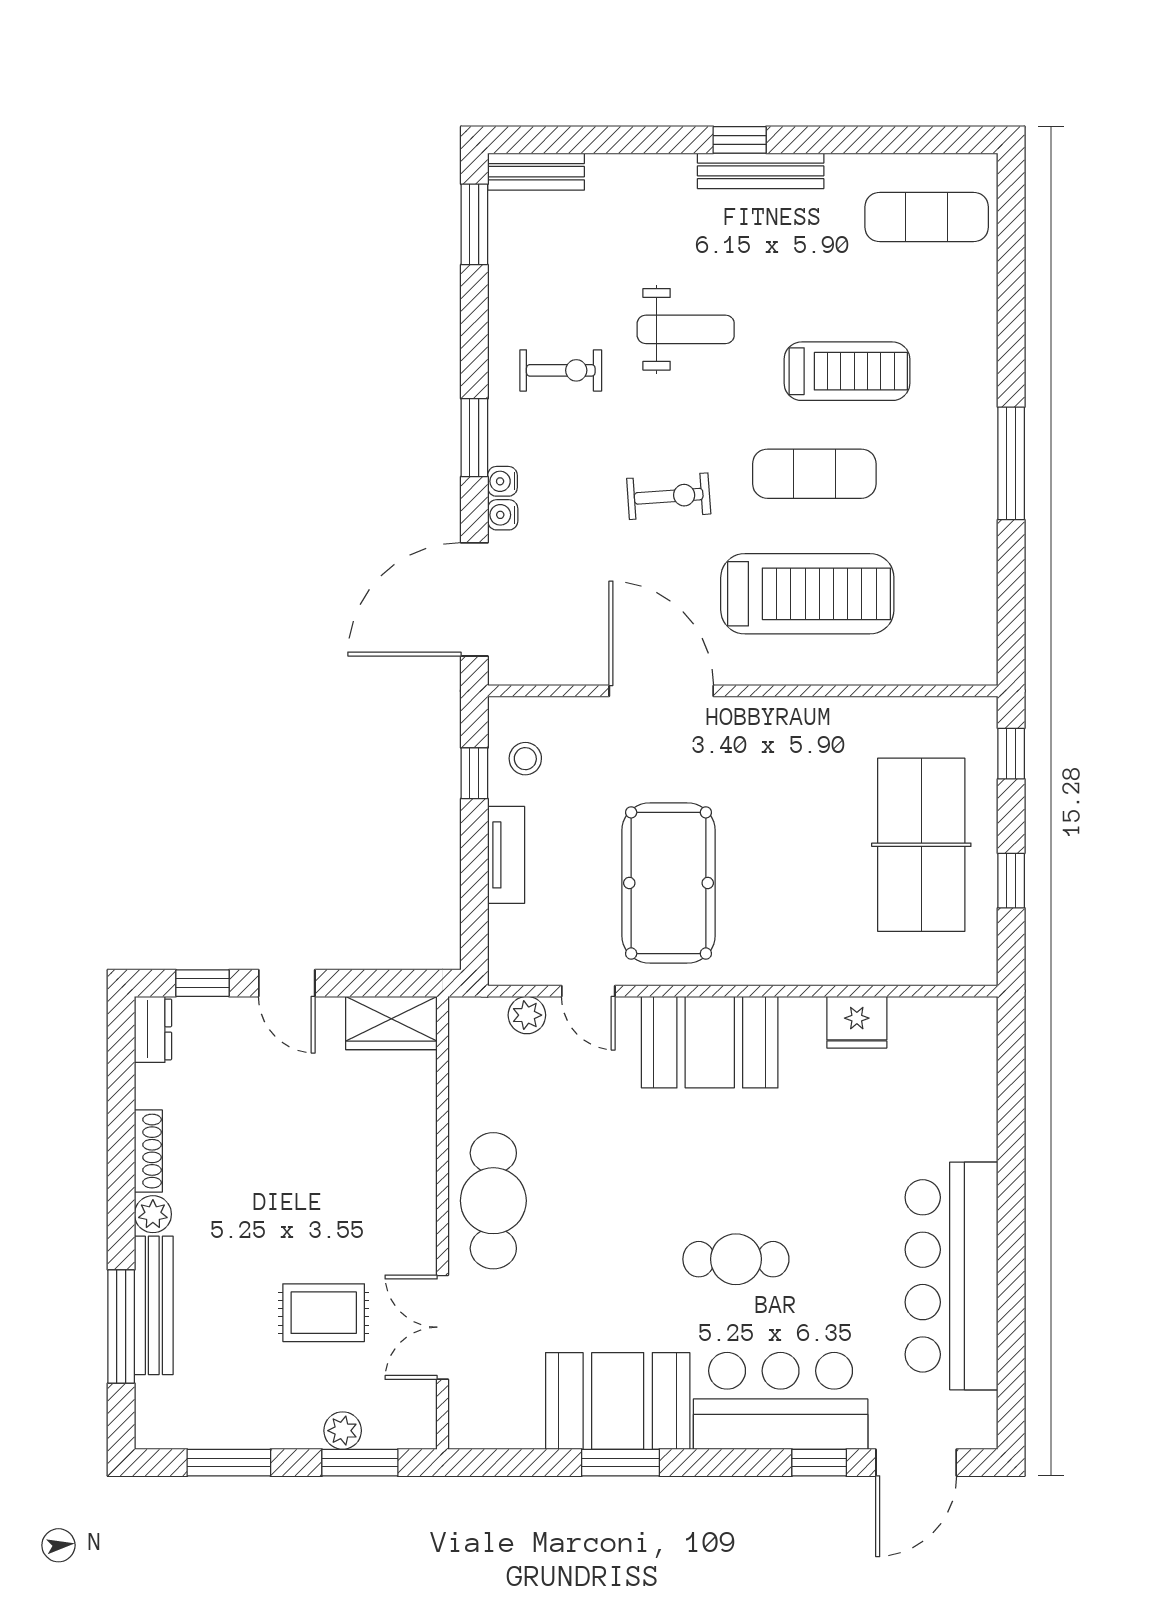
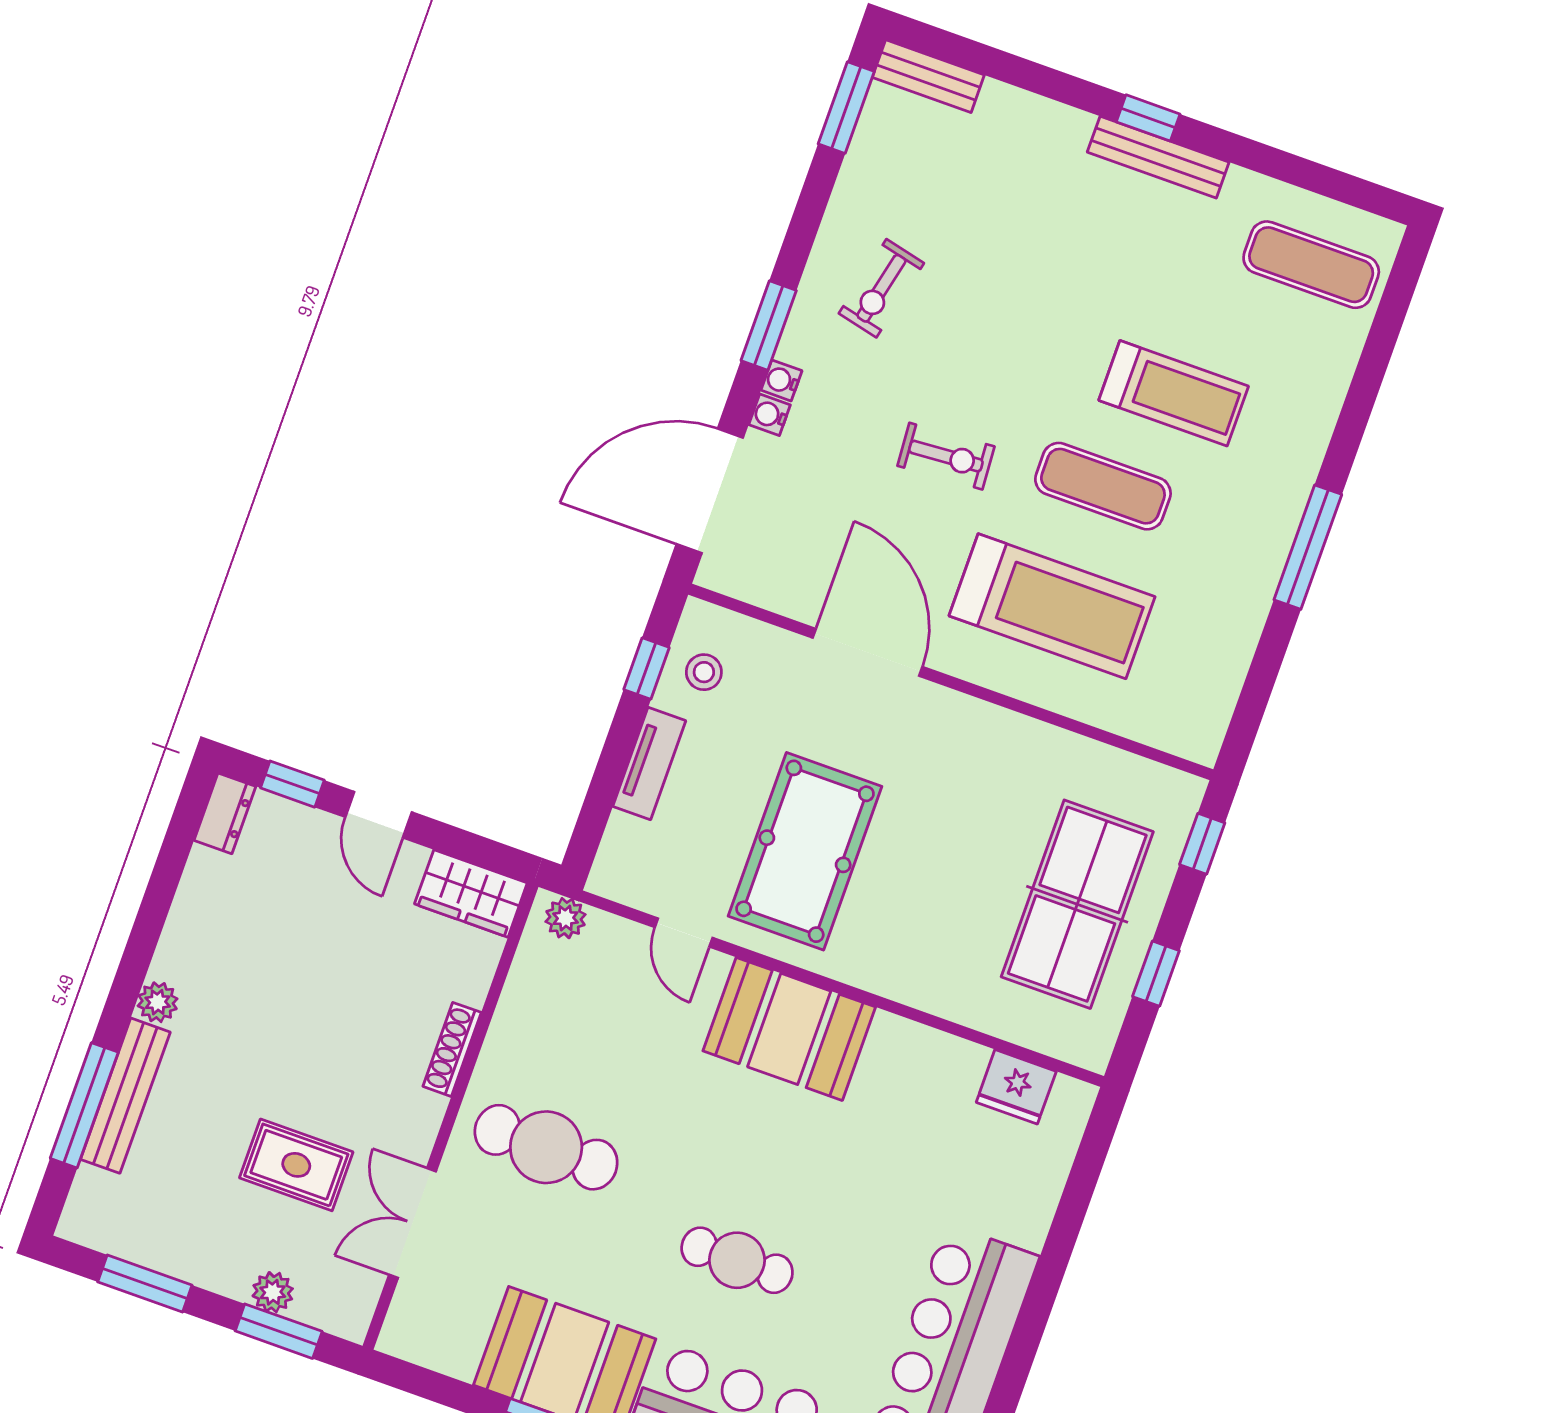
weight bench: (686, 329) -> (1024, 292), removed
exercise bike: (561, 370) -> (881, 288), turned 103
plant: (527, 1015) -> (566, 918), moved
fridge: (857, 1022) -> (1016, 1087), moved
shoe rack: (148, 1151) -> (452, 1049), moved, turned 180
cafe table: (493, 1201) -> (546, 1147), moved, turned 90

